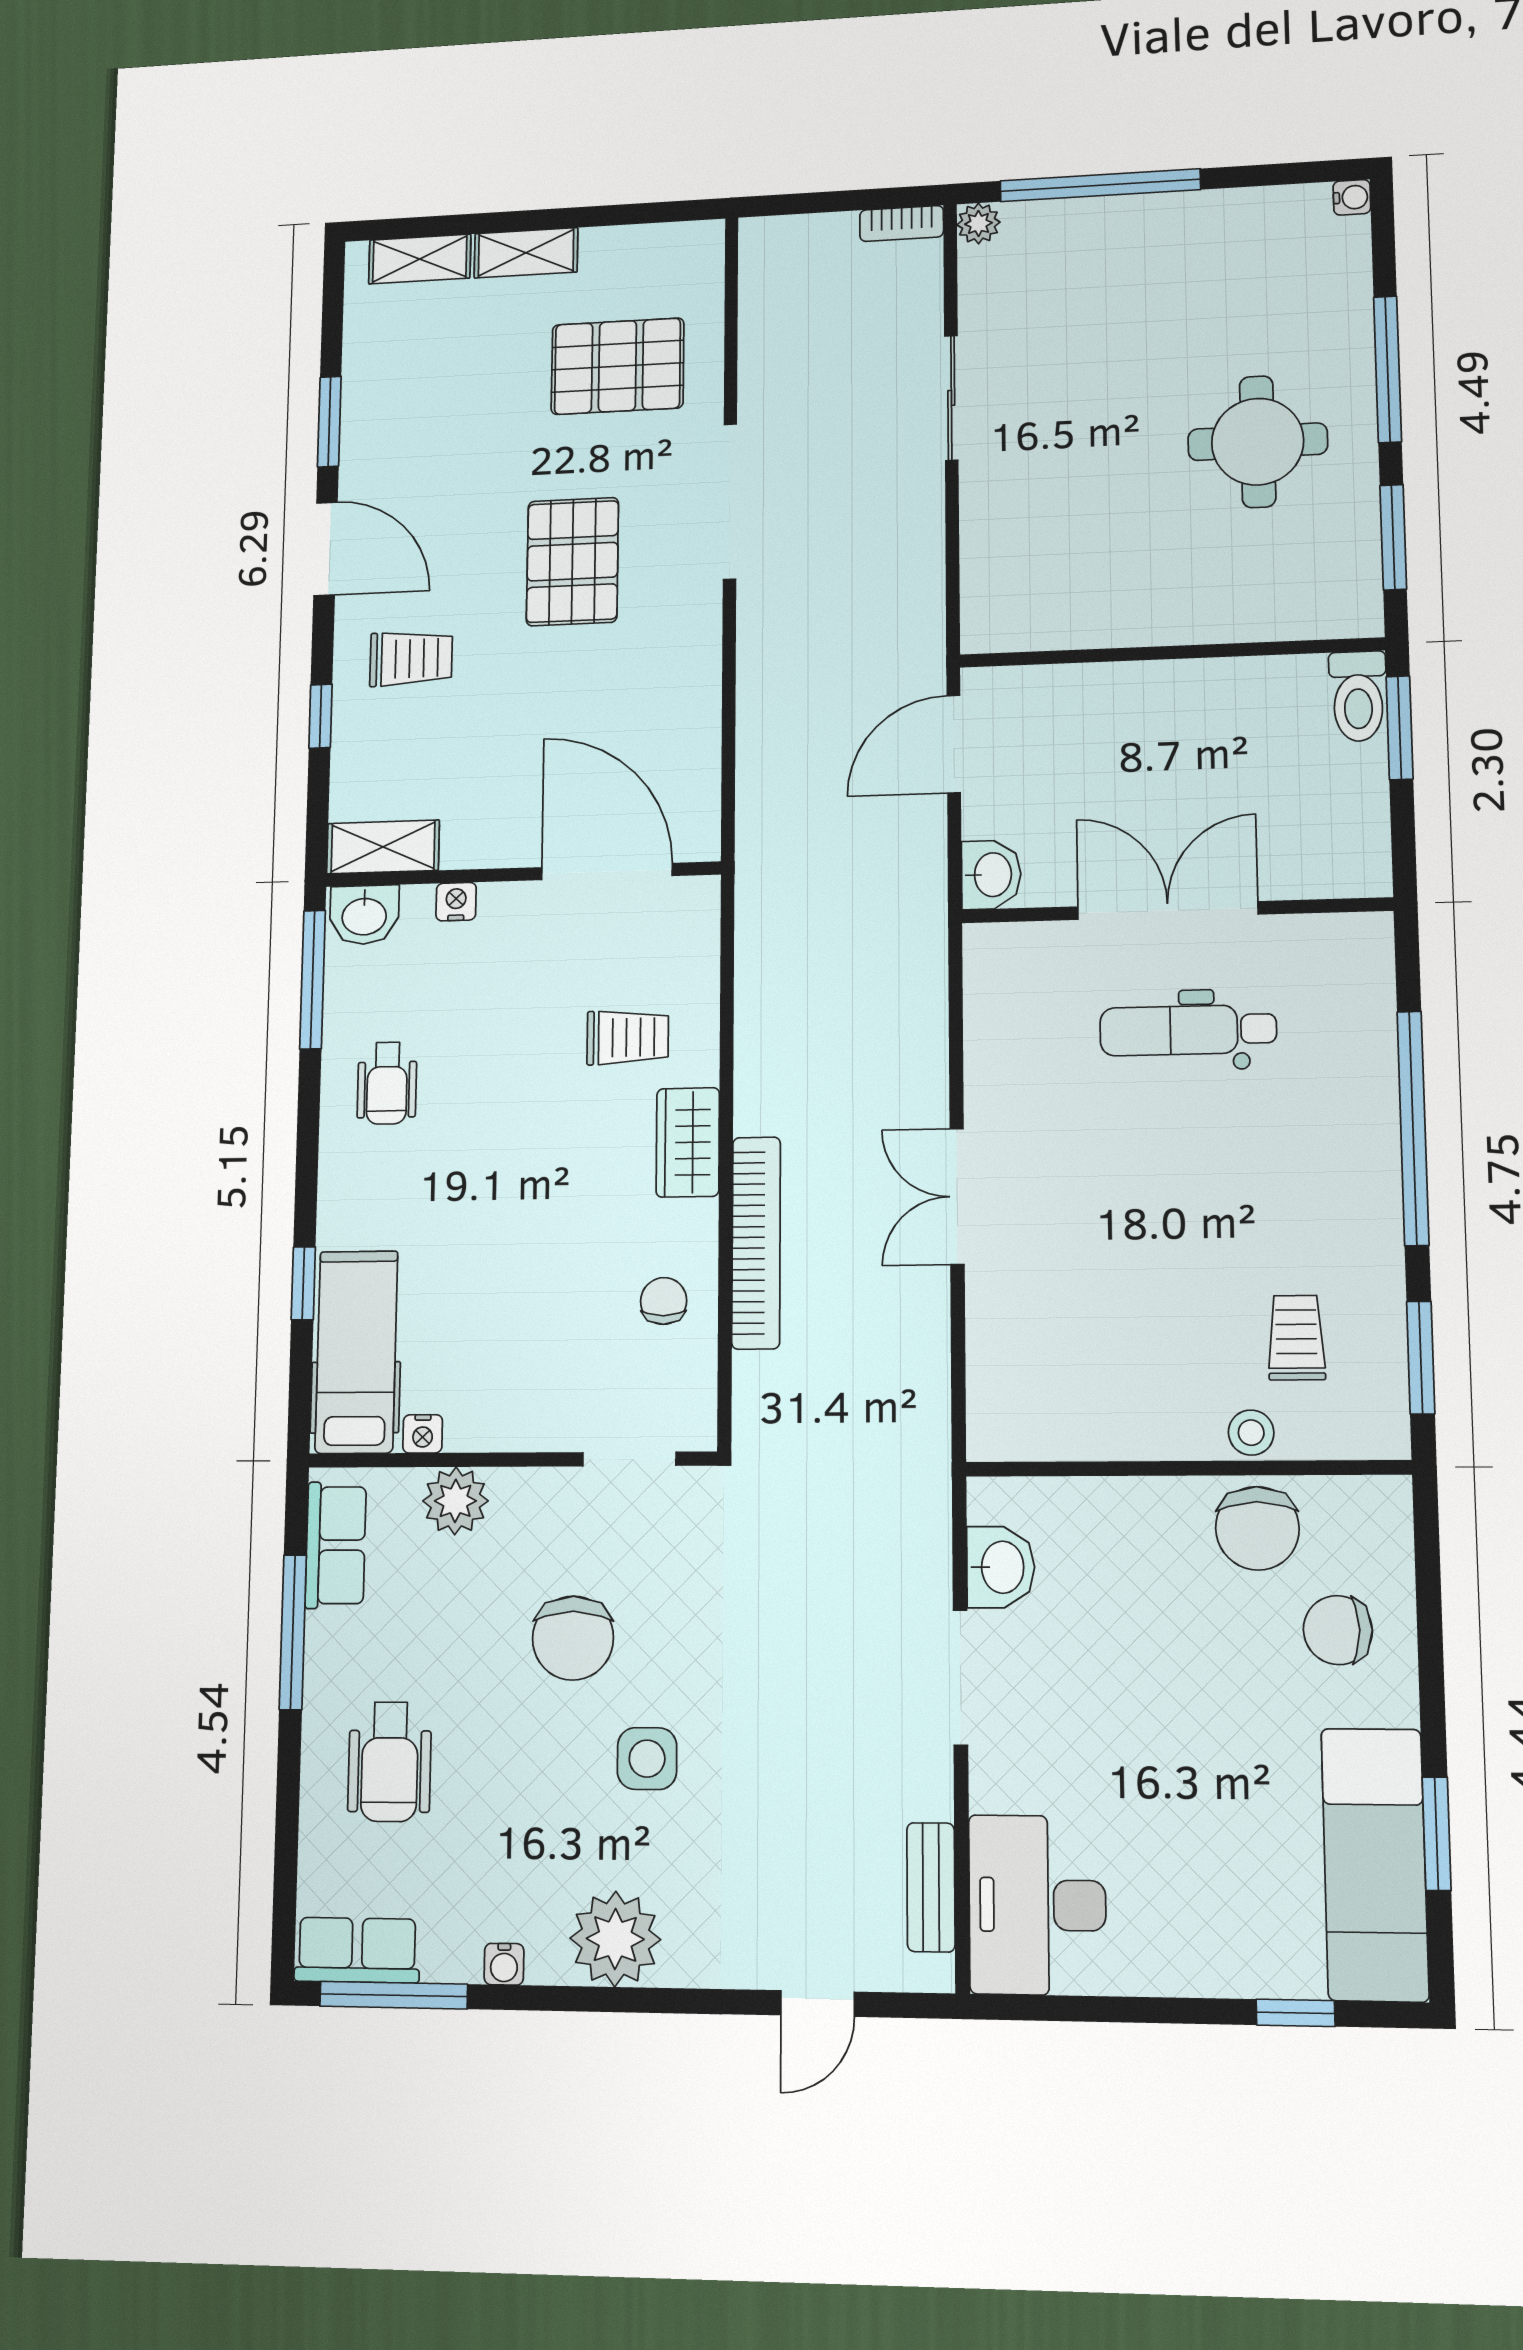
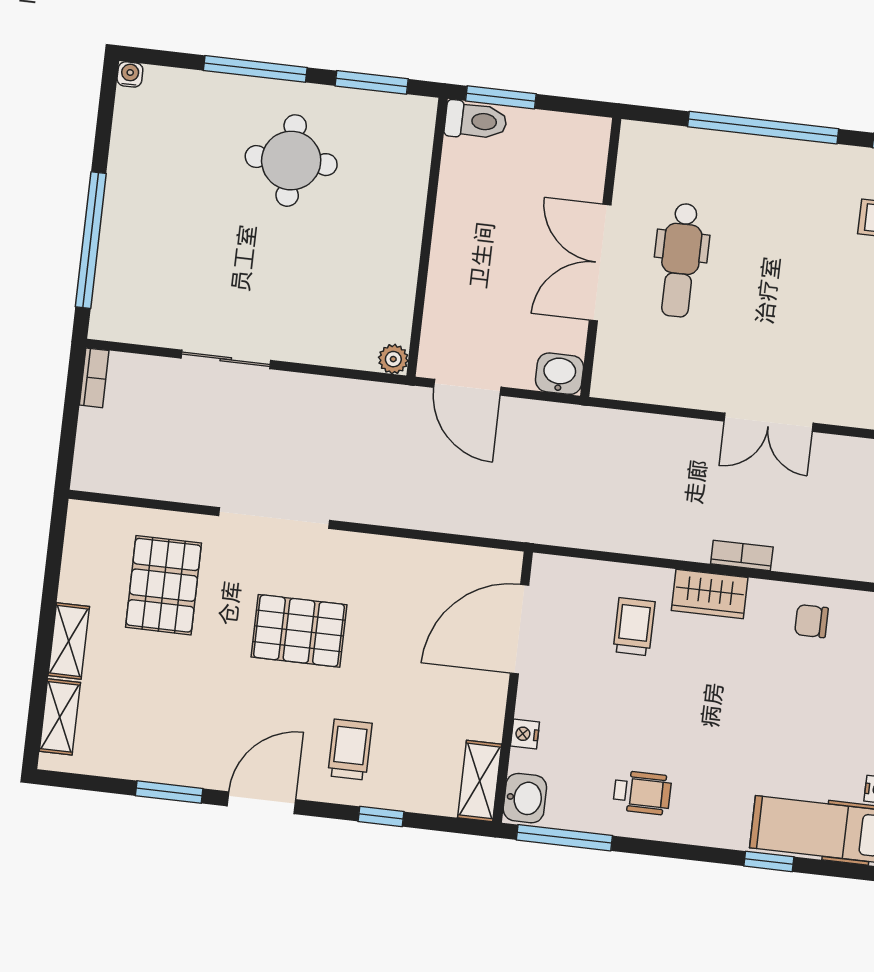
plant: (978, 223) -> (393, 359), moved
bookcase: (756, 1243) -> (742, 555), width x0.43, depth x0.76

